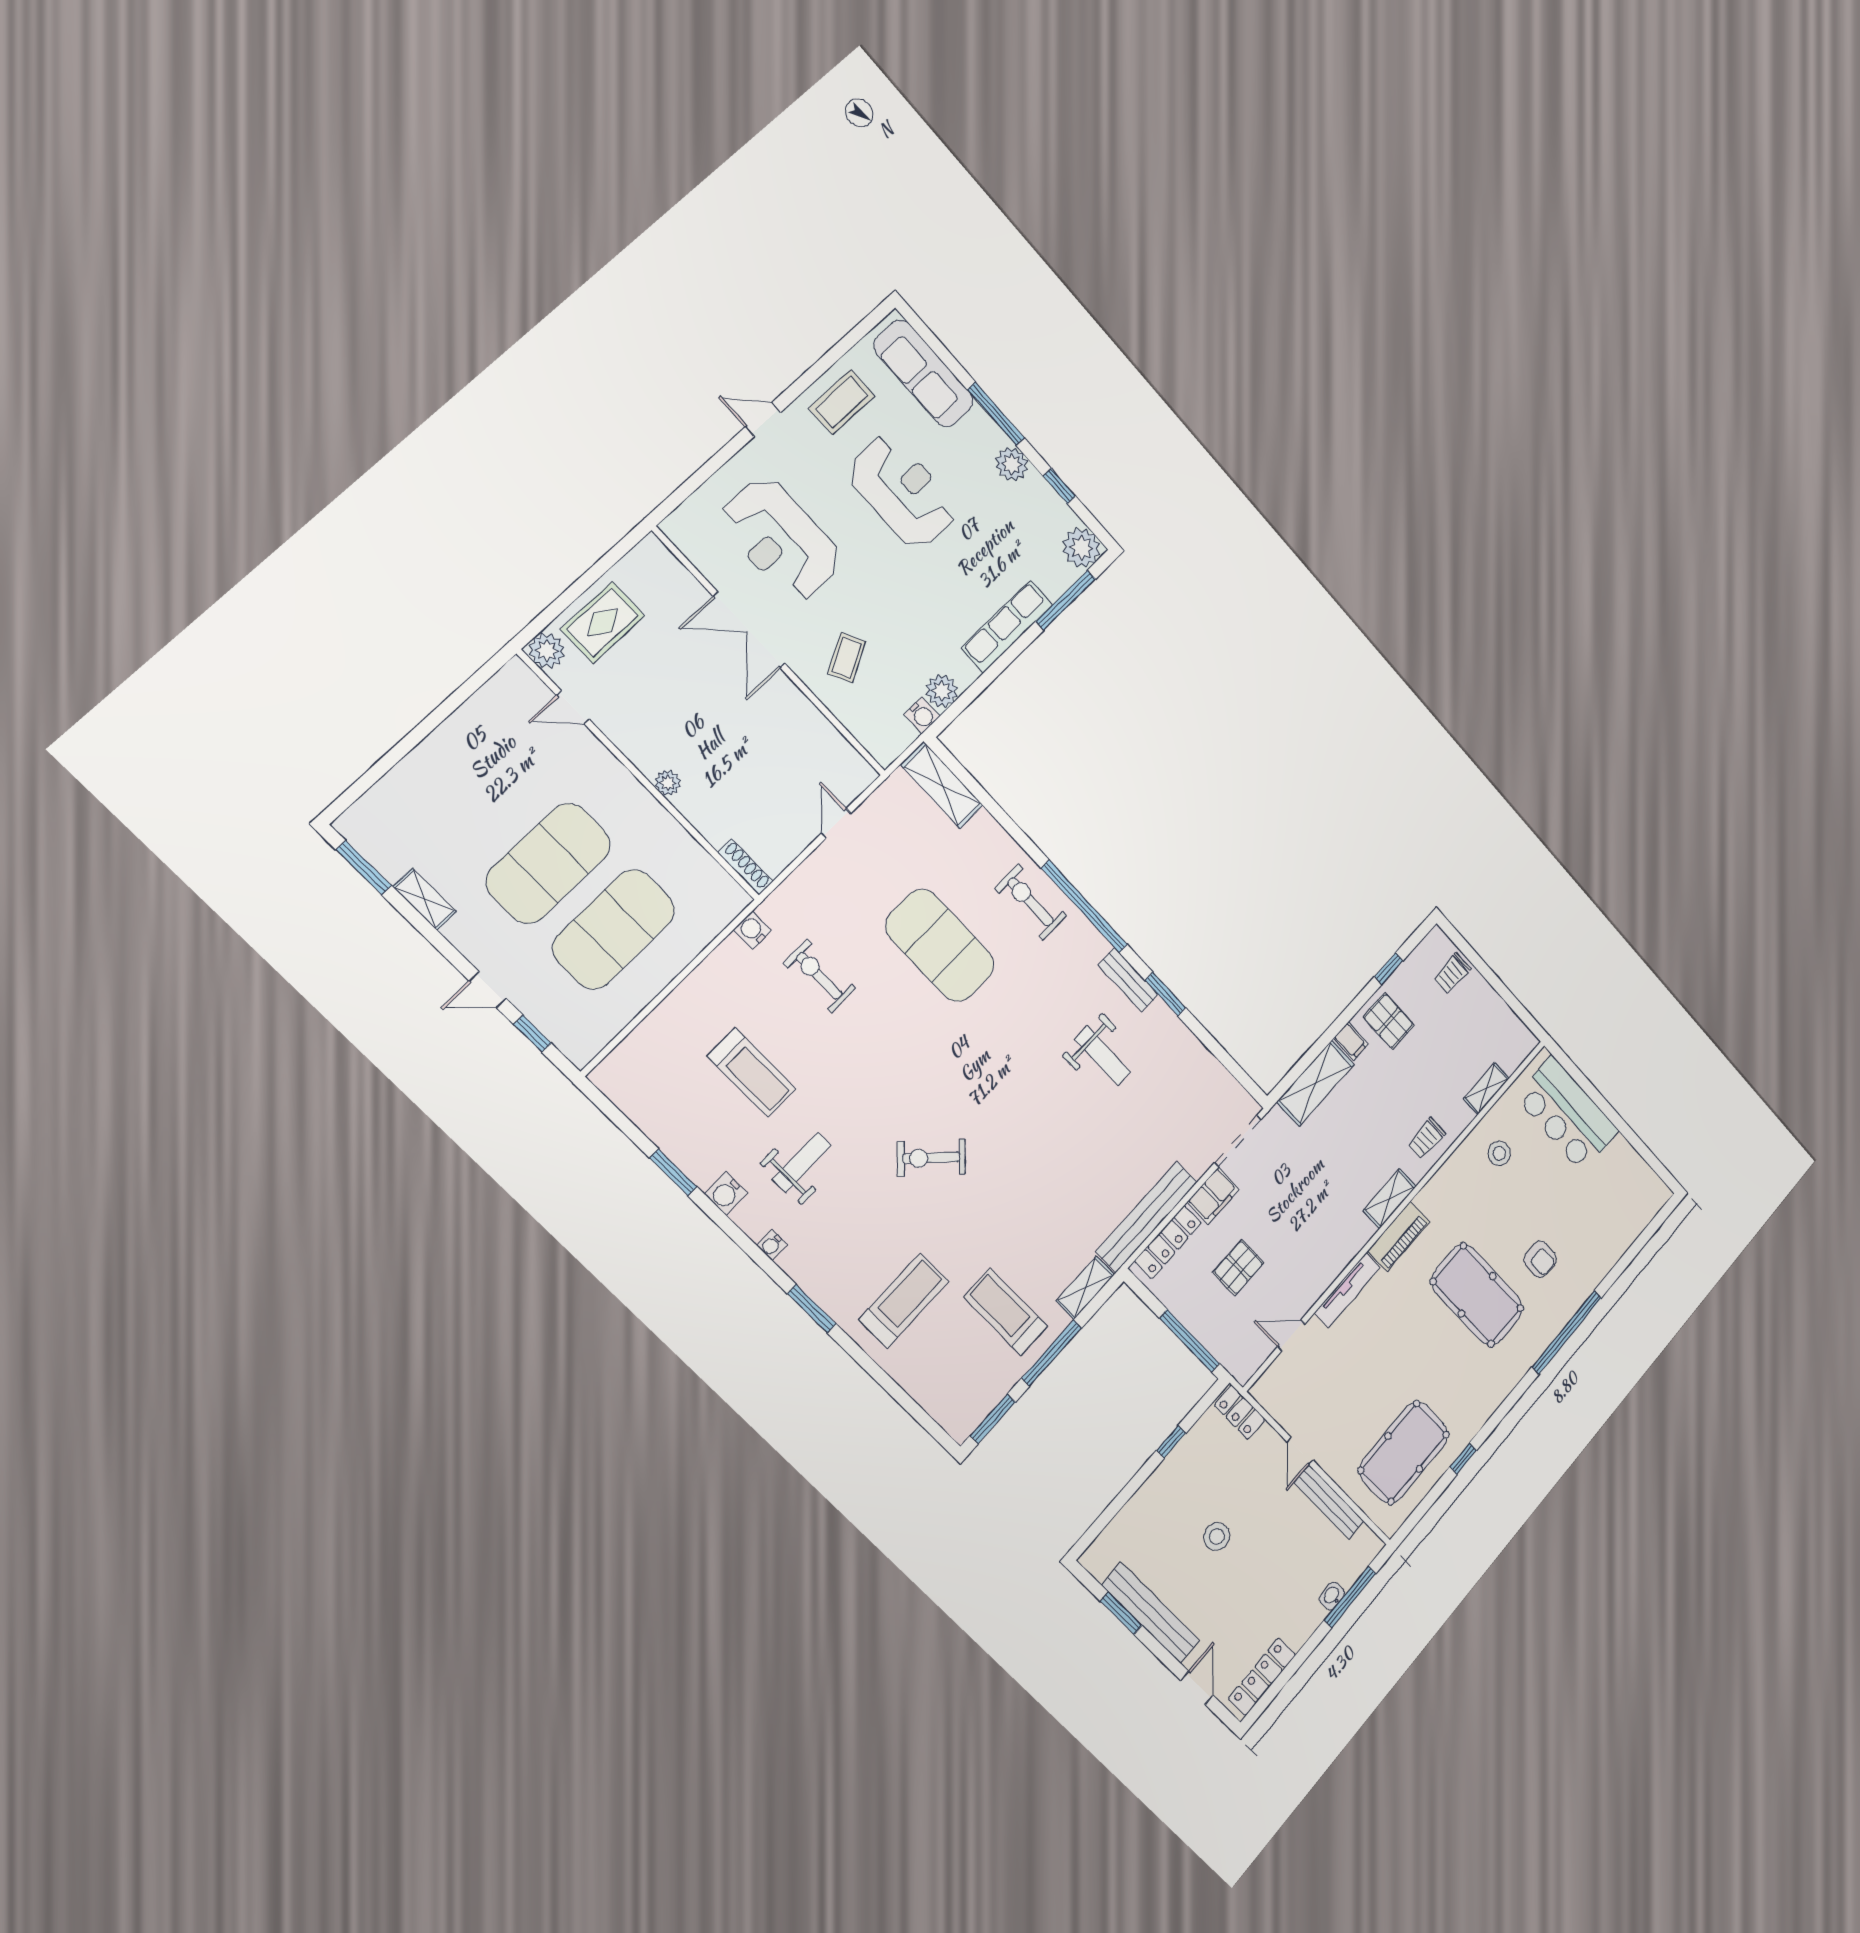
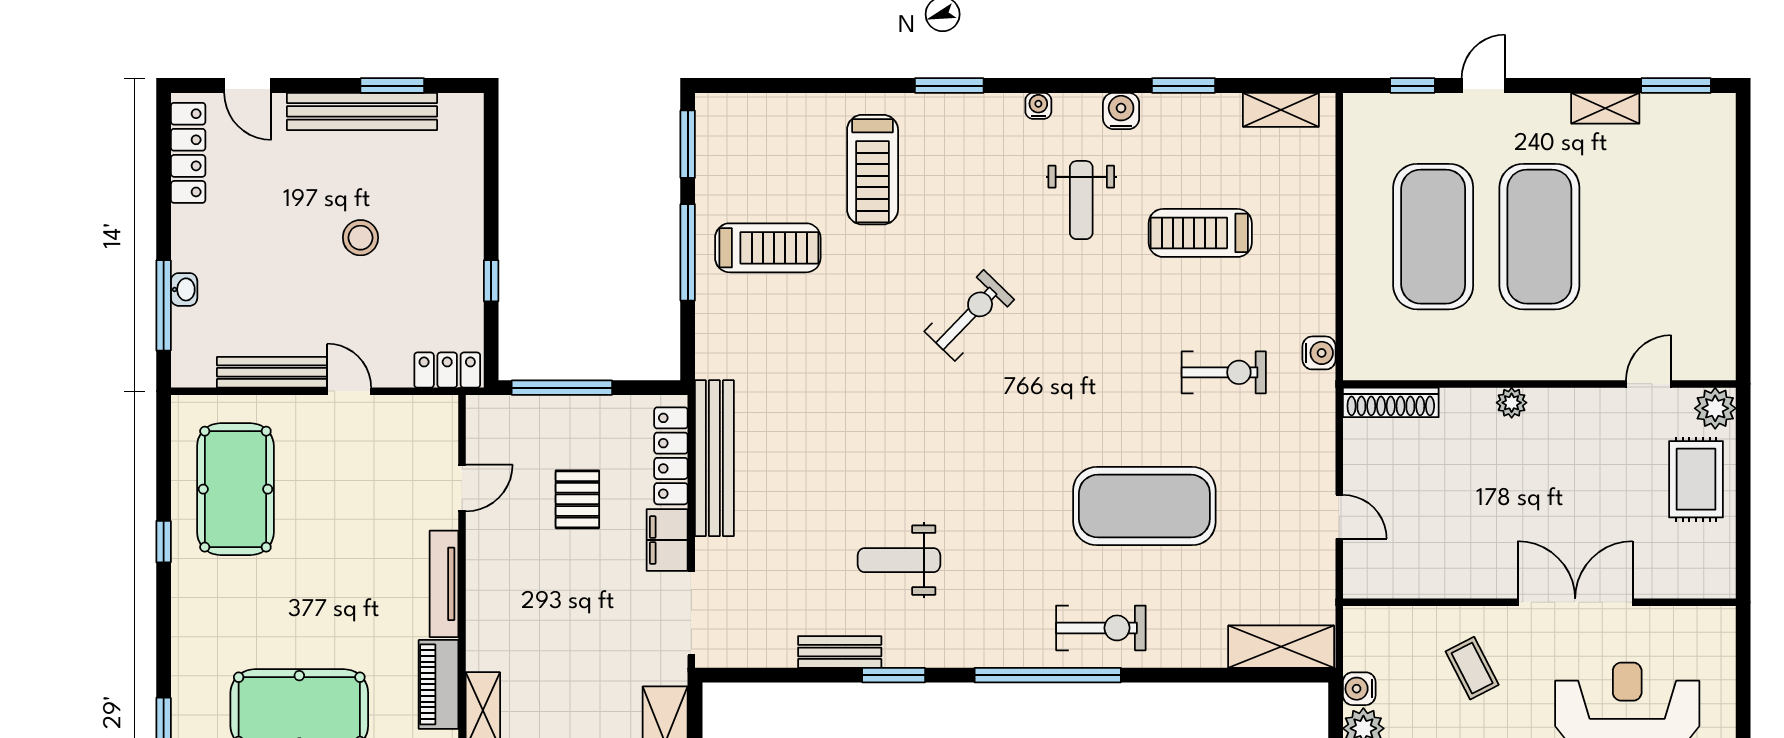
shoe rack: (745, 867) -> (1391, 402), width x1.36, depth x1.24
bench: (1128, 980) -> (840, 652), moved
shelving: (1085, 1288) -> (1281, 110), moved, turned 90

